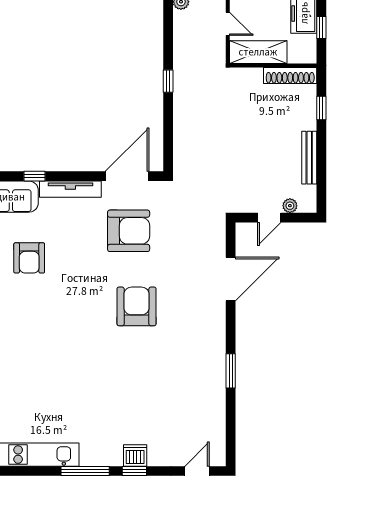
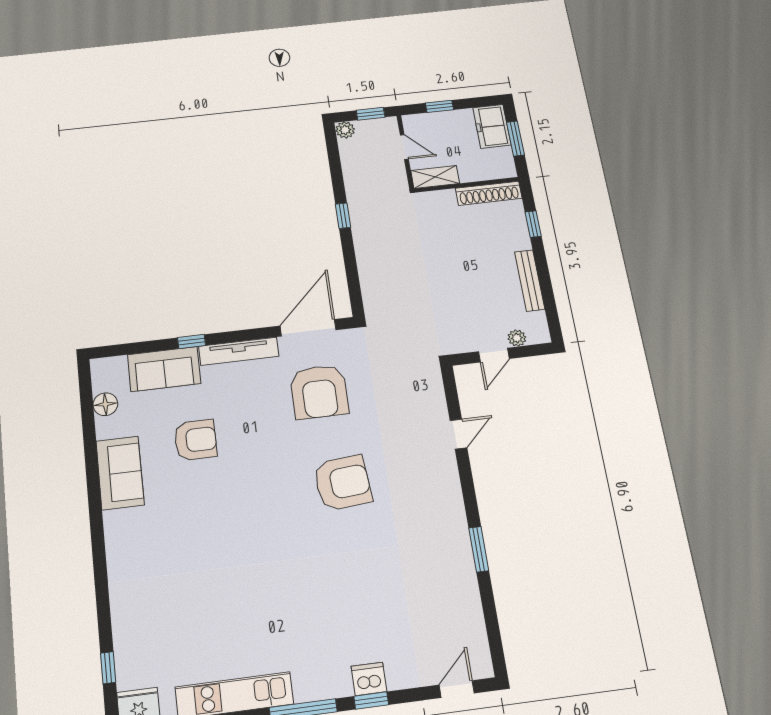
window: (321, 27) -> (515, 139), width x1.50
shelving: (258, 52) -> (435, 177), width x0.67, depth x0.75
armchair: (129, 231) -> (319, 392), turned 90
armchair: (29, 258) -> (195, 440), turned -90
door: (231, 279) -> (458, 434), width x0.53
armchair: (137, 306) -> (343, 483), turned 85

